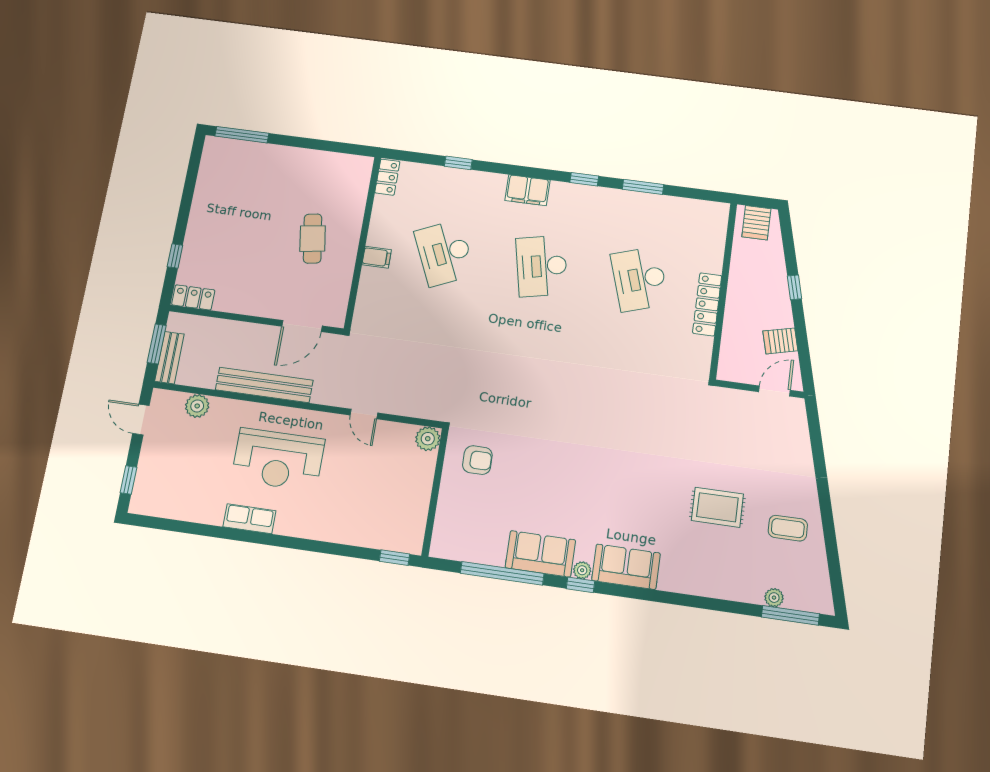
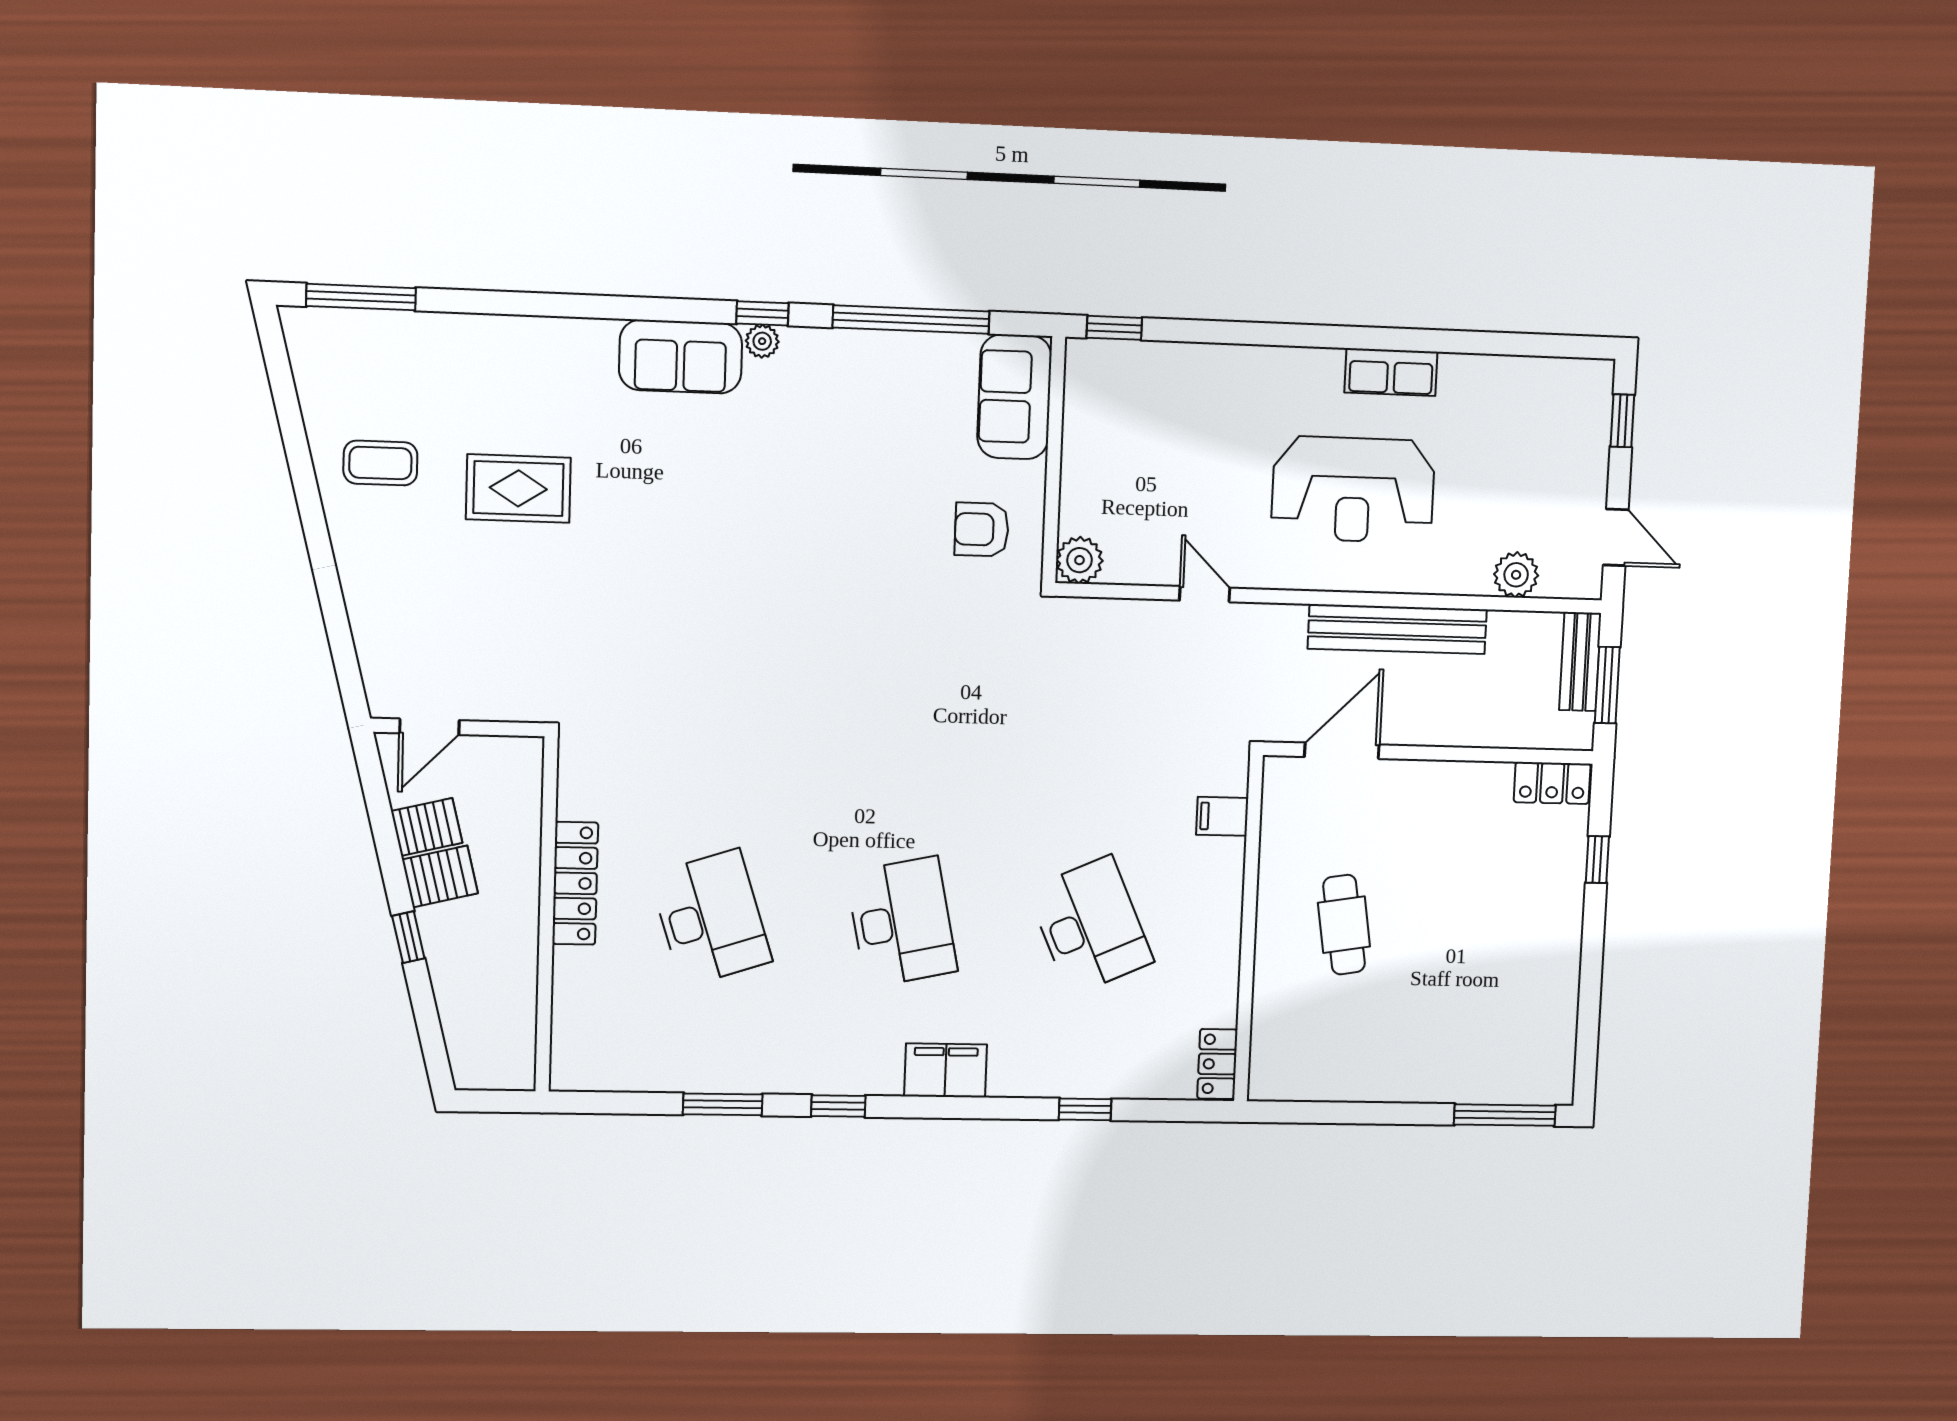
server rack: (756, 223) -> (440, 876), moved, turned 76
filing cabinet: (377, 257) -> (1222, 816), moved
reception desk: (278, 459) -> (1353, 490), turned 180
sofa: (540, 554) -> (1014, 397), moved, turned 90
plant: (774, 598) -> (395, 328), removed

